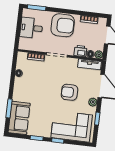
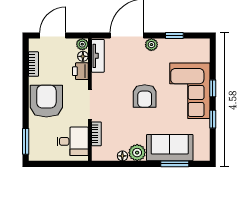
desk: (31, 28) -> (73, 141), moved, turned -90
plant: (20, 83) -> (137, 153), added
armchair: (69, 92) -> (145, 96), moved
sofa: (19, 118) -> (170, 148), moved
corner sofa: (72, 126) -> (190, 91), moved

